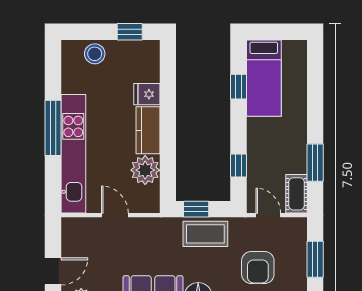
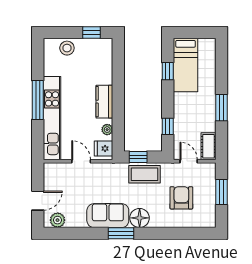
fridge: (147, 94) -> (104, 149), moved
window: (315, 163) -> (221, 108), moved
plant: (145, 170) -> (107, 130), width x0.53, depth x0.53
armchair: (258, 268) -> (181, 198), turned 180

